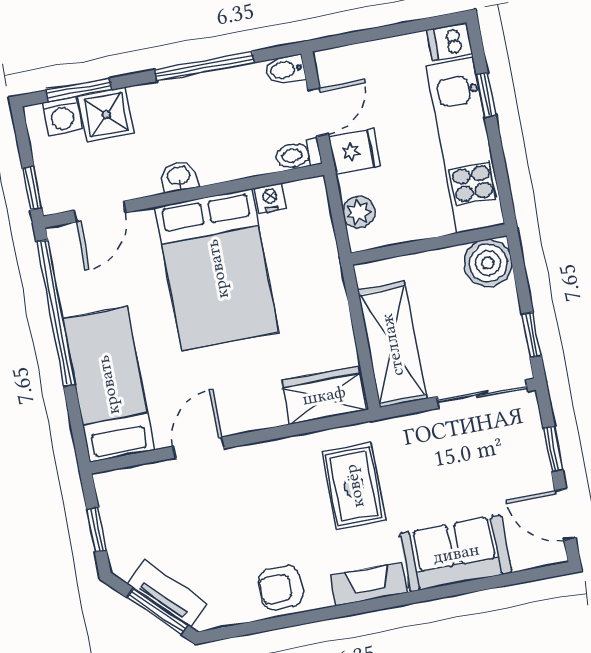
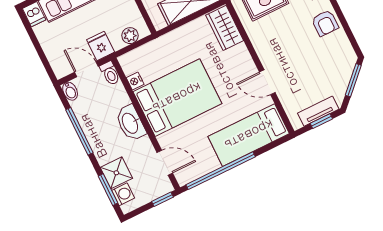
washbasin: (179, 176) -> (130, 123), width x1.91, depth x1.45
tv unit: (167, 594) -> (318, 111), moved, turned 45

